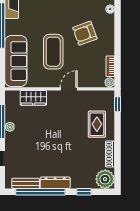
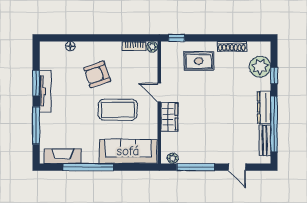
armchair: (85, 33) -> (97, 74), turned 91
wardrobe: (33, 98) -> (169, 117), moved
plant: (10, 127) -> (173, 158), moved
plant: (105, 179) -> (260, 67), moved

